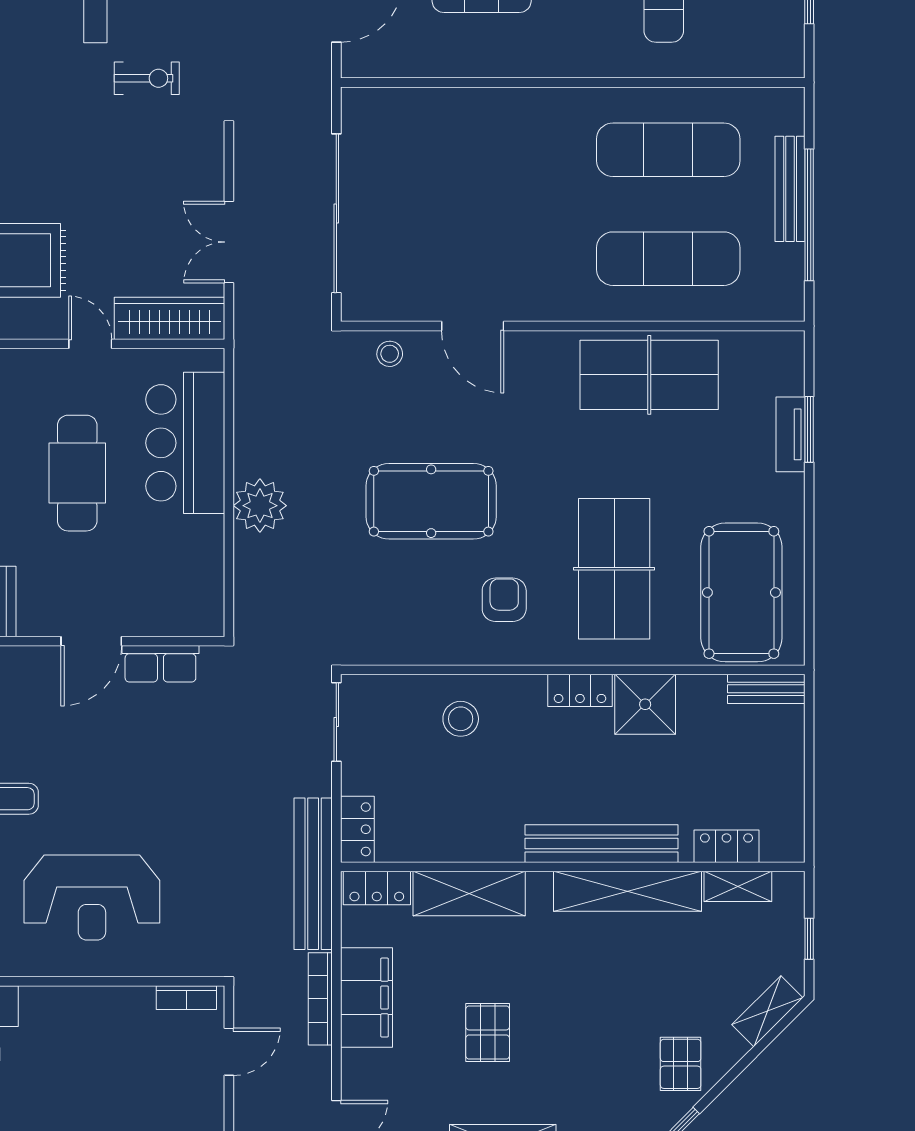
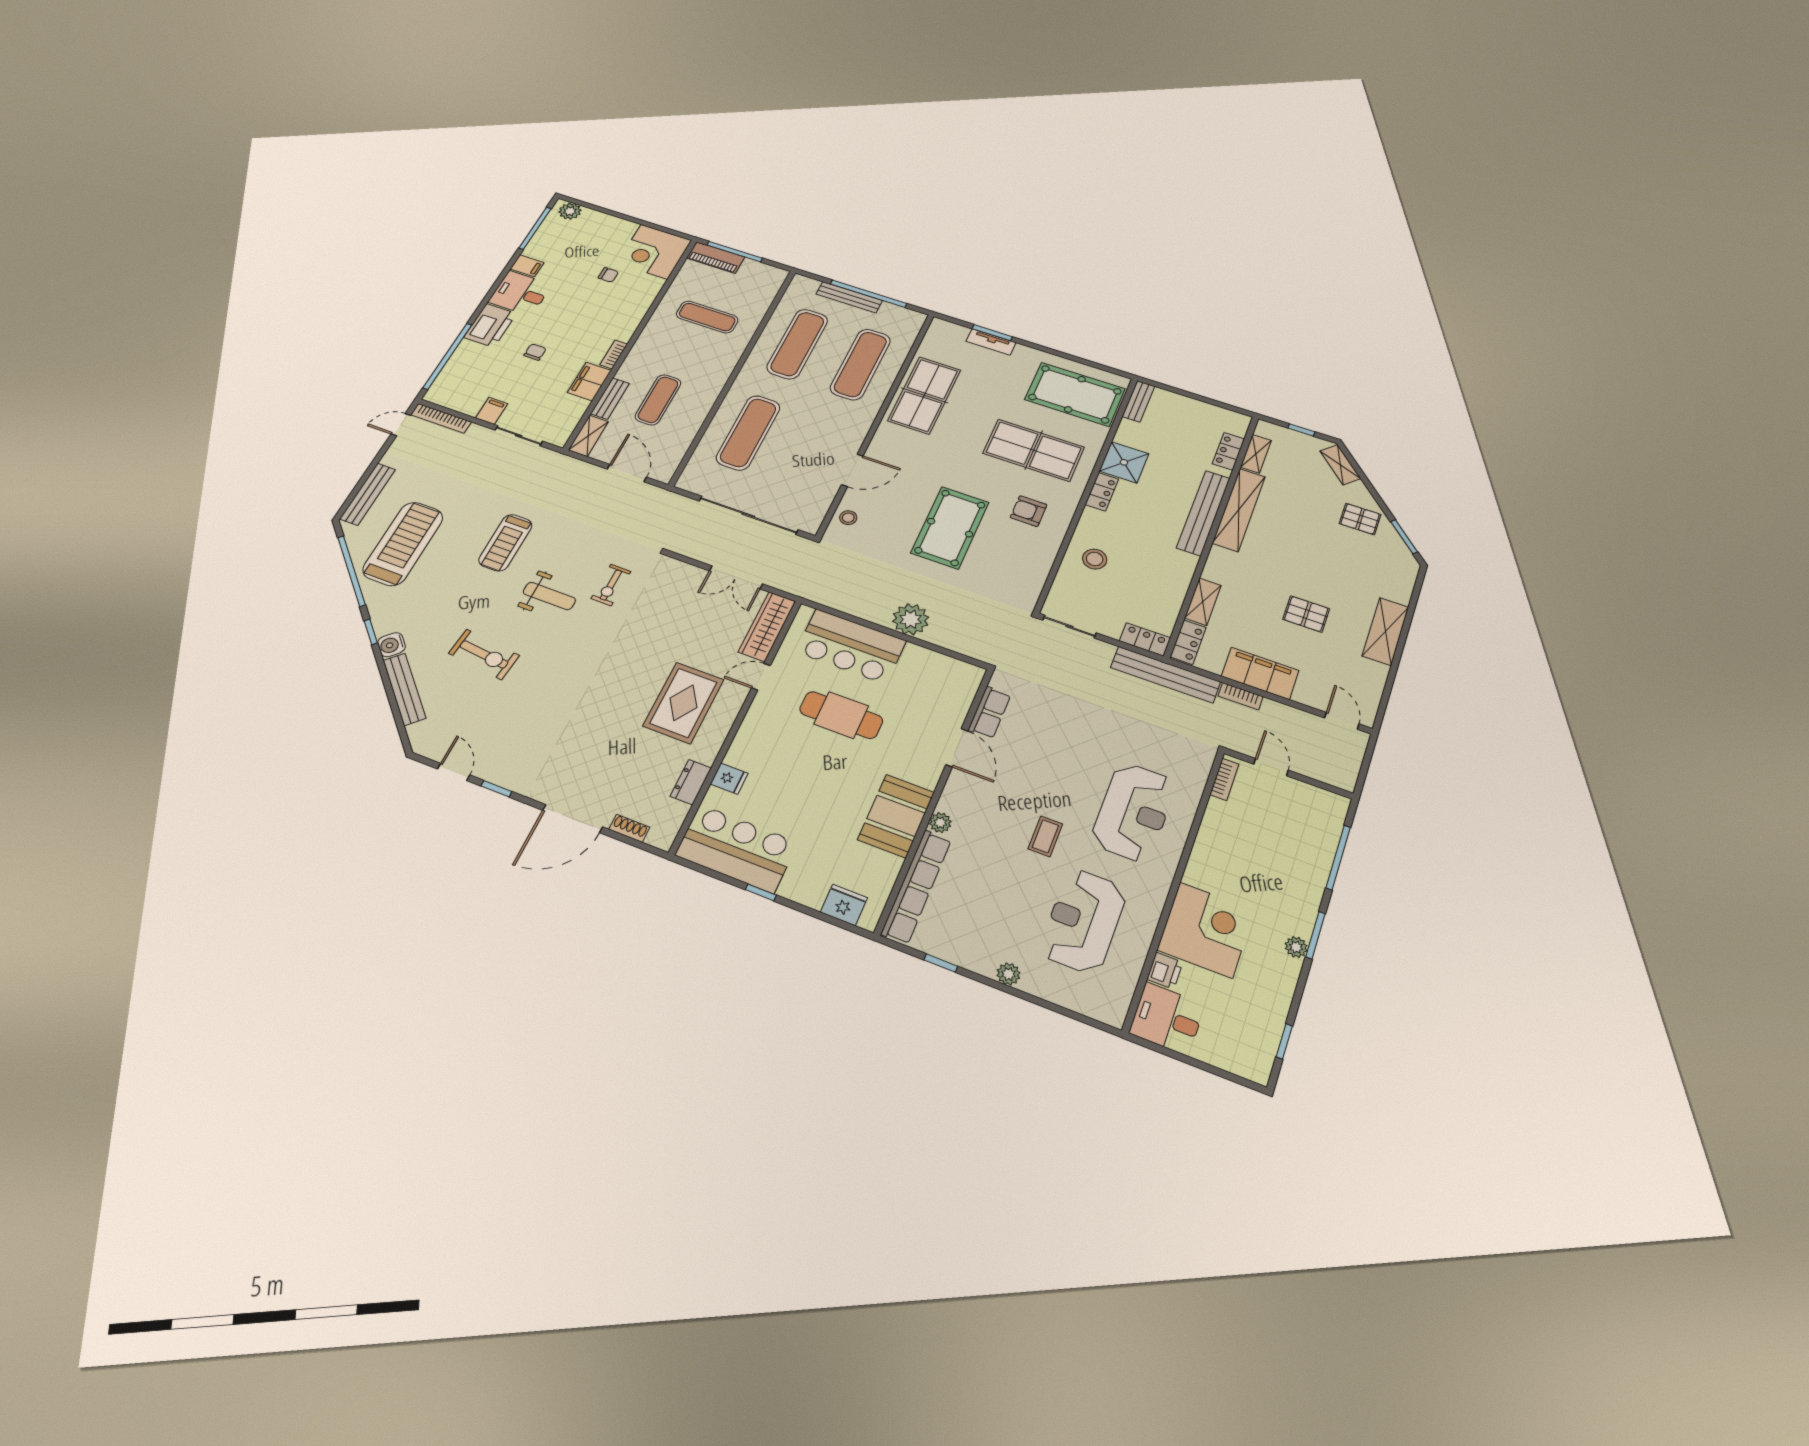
exercise bike: (147, 78) -> (611, 585), turned 180
exercise mat: (477, 150) -> (748, 433), added
shelving: (469, 893) -> (1203, 602), width x0.67, depth x0.75
bookcase: (320, 999) -> (1241, 696), width x0.64

